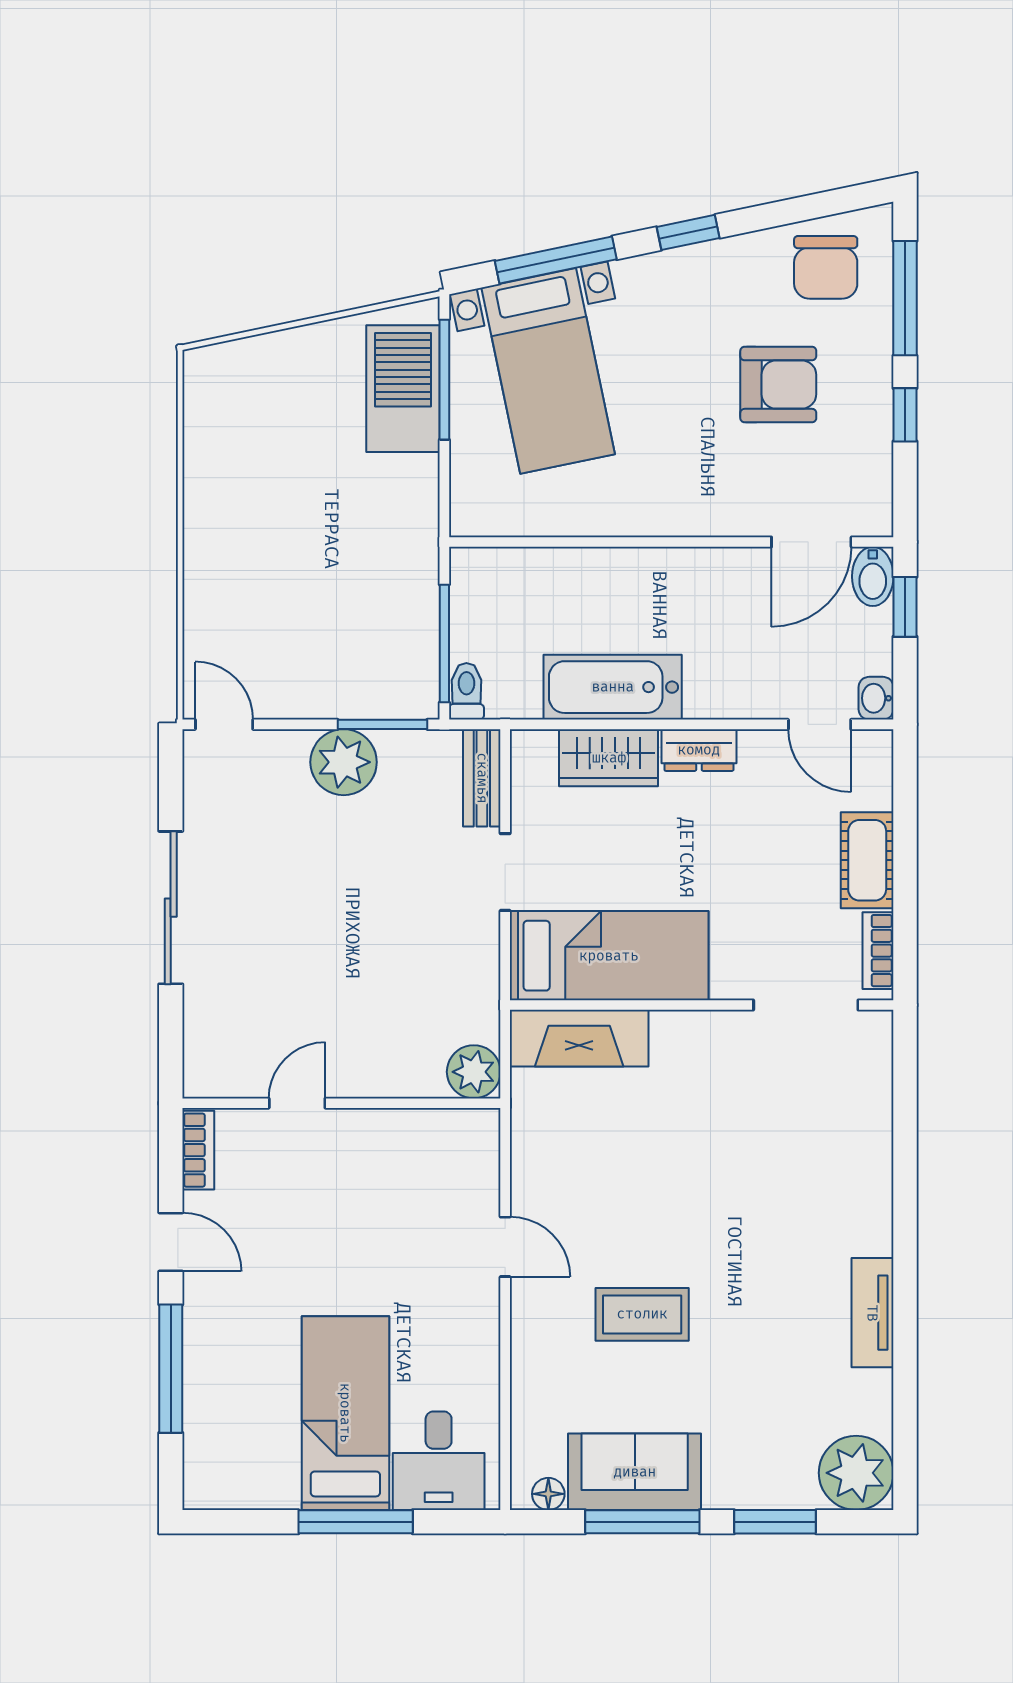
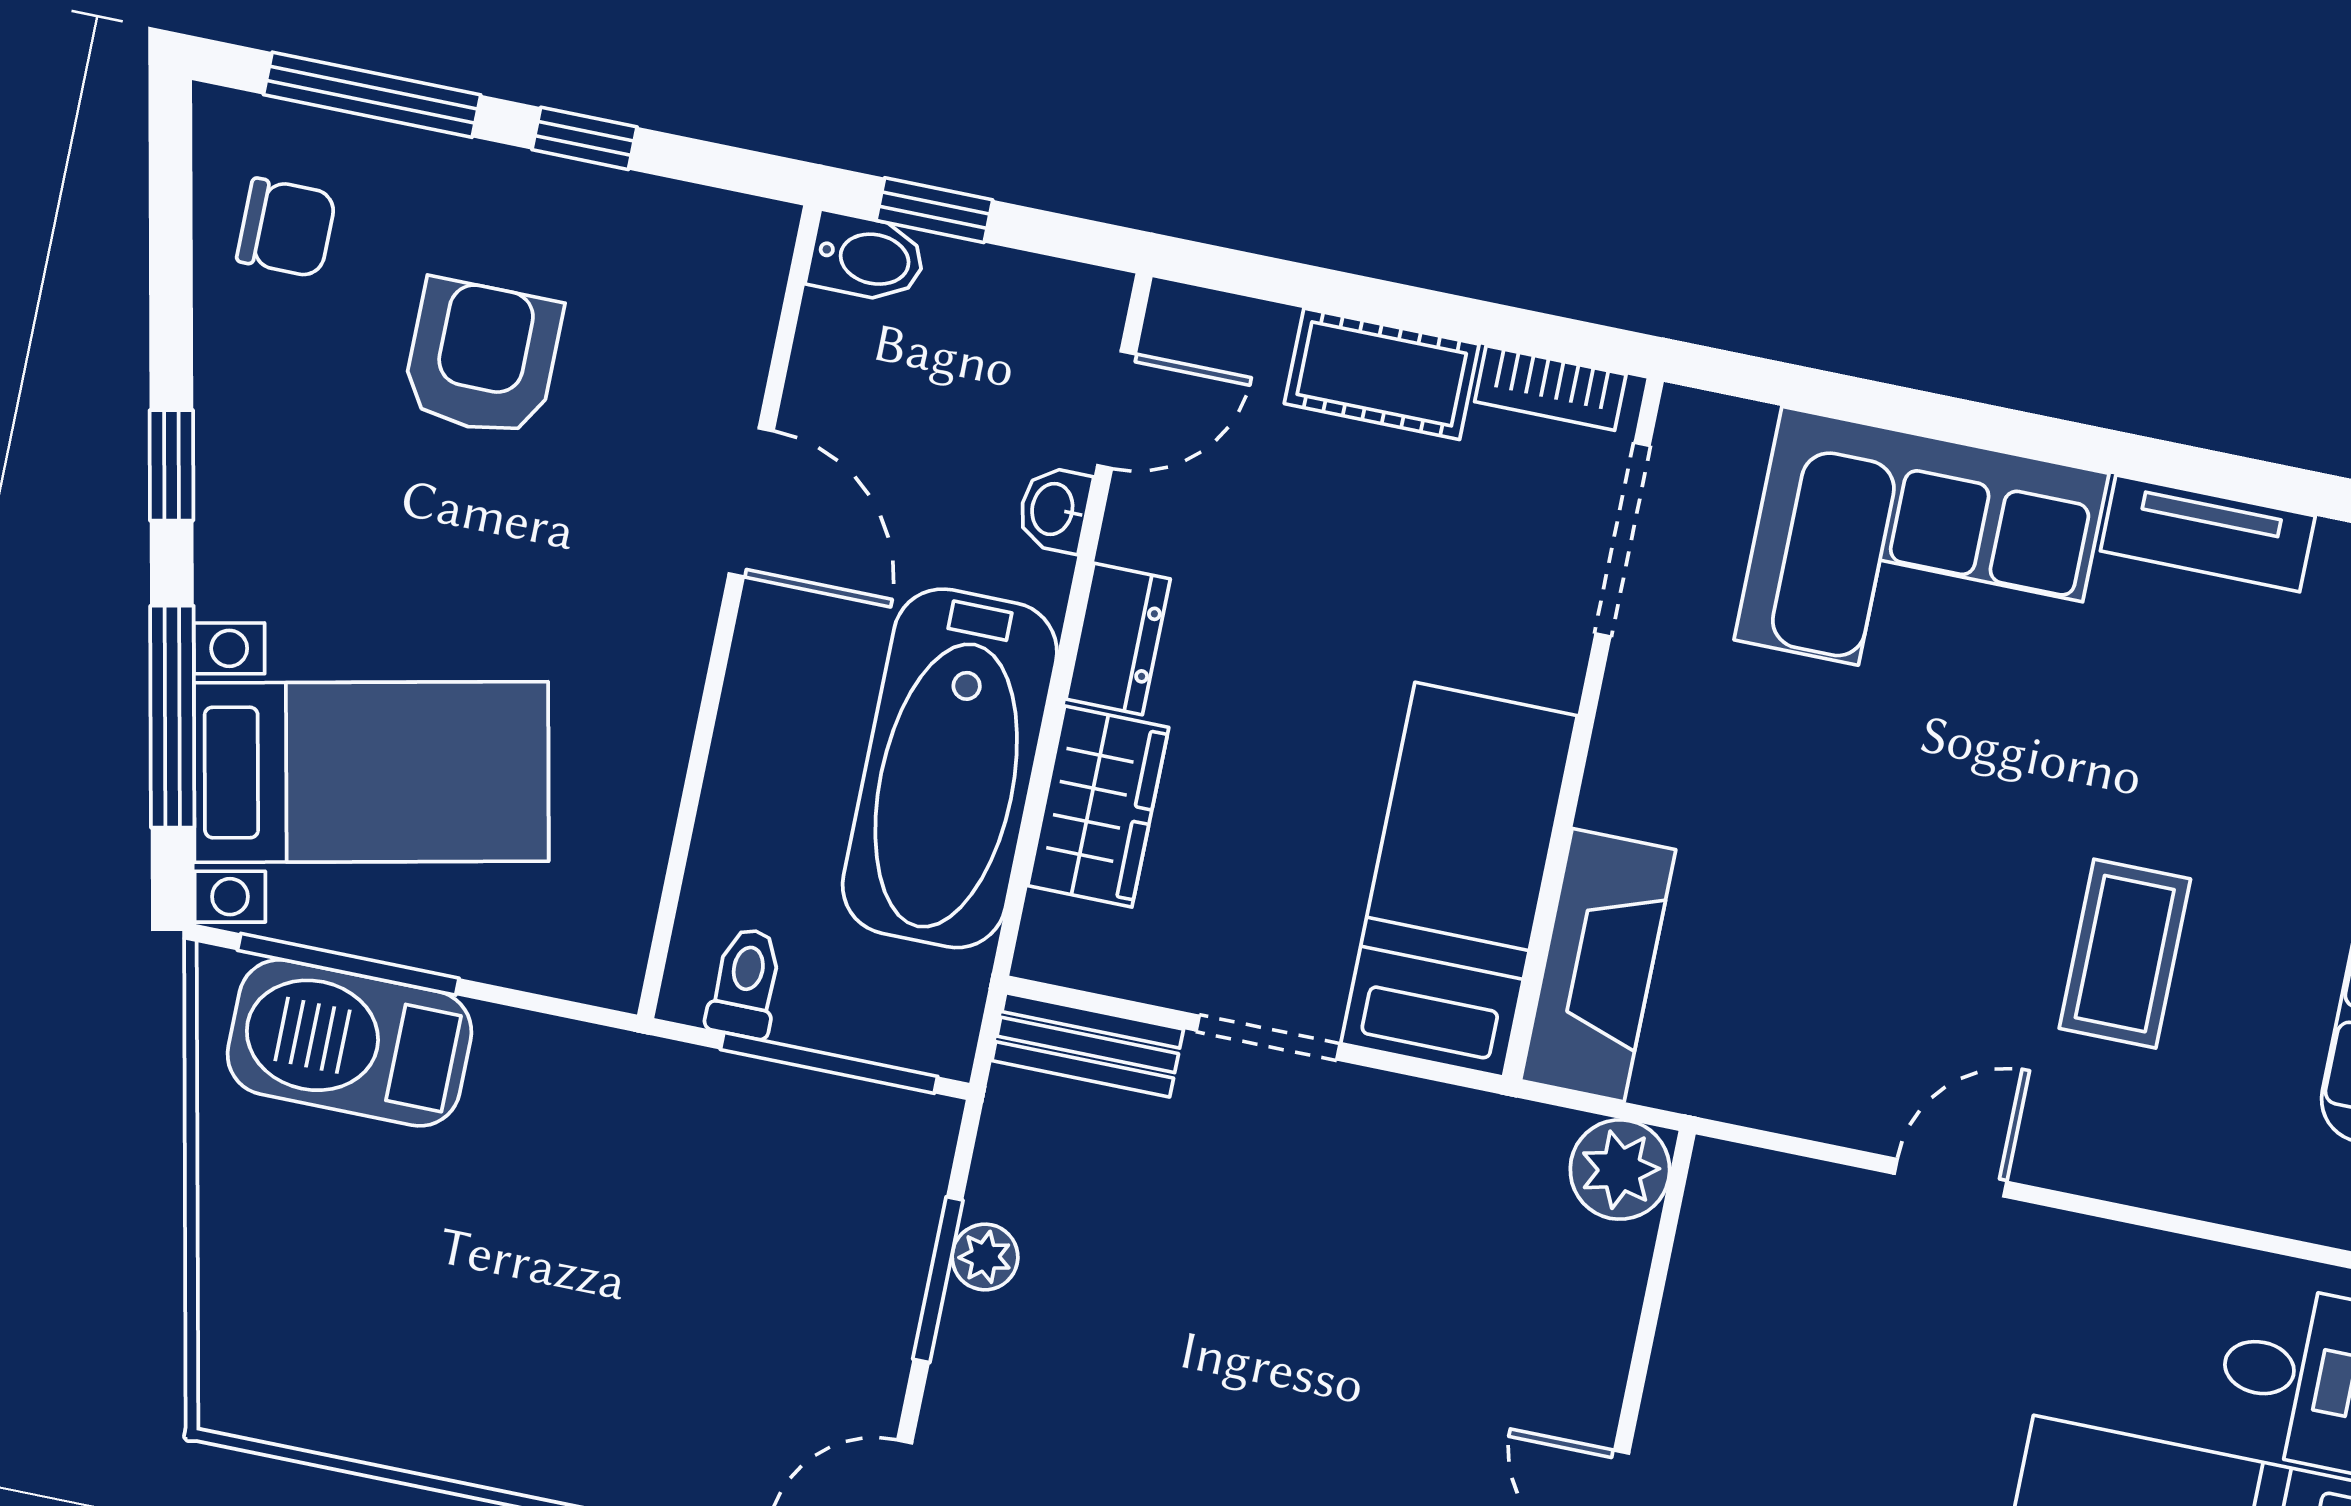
chair: (826, 267) -> (286, 228), width x0.73, depth x0.73
door: (811, 542) -> (751, 502), moved
bathtub: (613, 687) -> (950, 768), width x1.36, depth x1.36
toilet: (466, 691) -> (745, 983), moved, turned 90
washbasin: (876, 698) -> (1054, 509), moved, turned 90
window: (382, 724) -> (938, 1280), moved
plant: (344, 762) -> (985, 1257), width x0.53, depth x0.53
corner sofa: (829, 1164) -> (1922, 557), added

